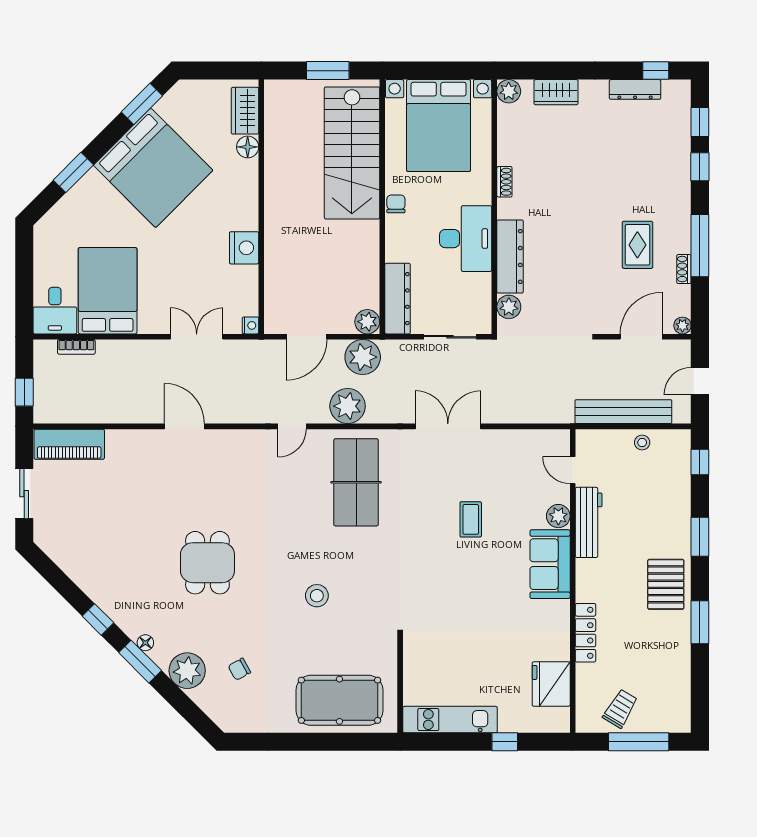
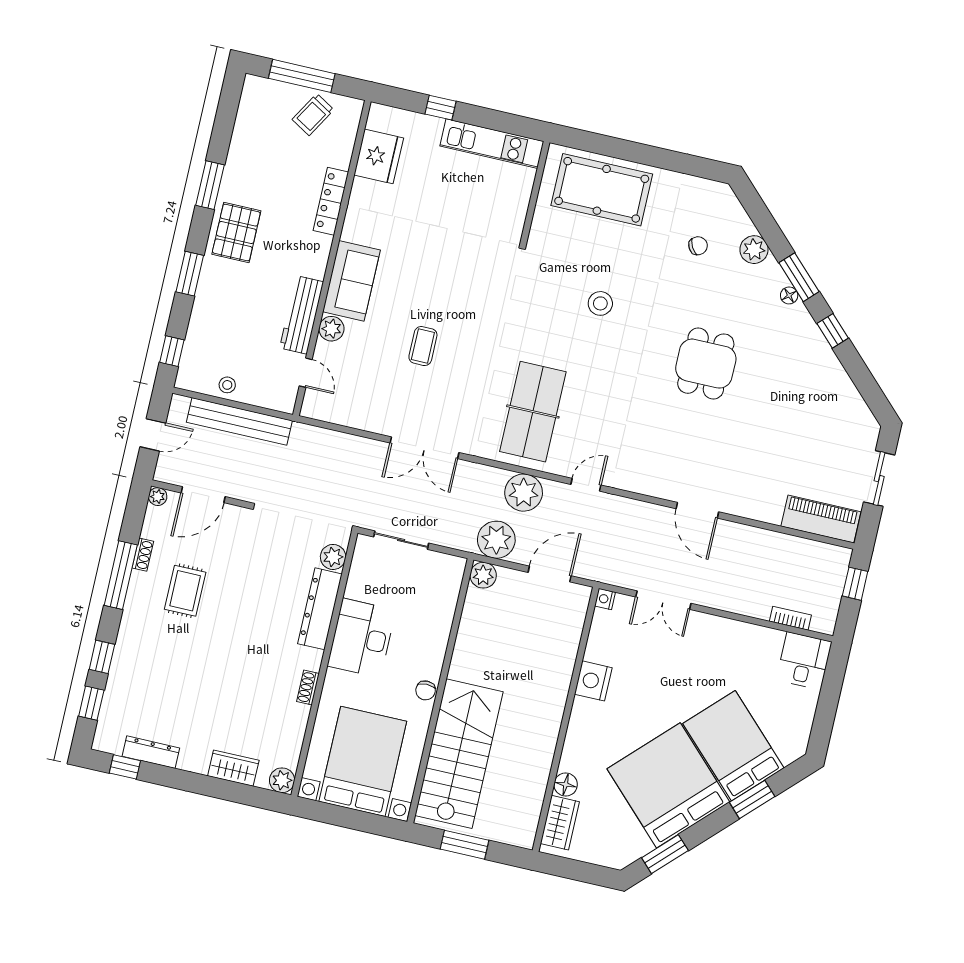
bed: (108, 291) -> (733, 746), moved, turned 135
dresser: (398, 299) -> (446, 592), removed
plant: (187, 671) -> (754, 250), width x0.73, depth x0.73

